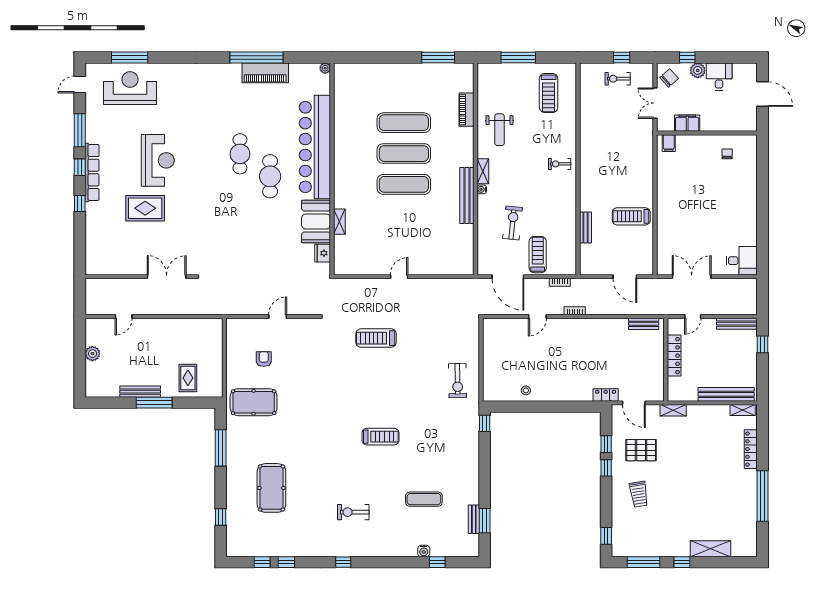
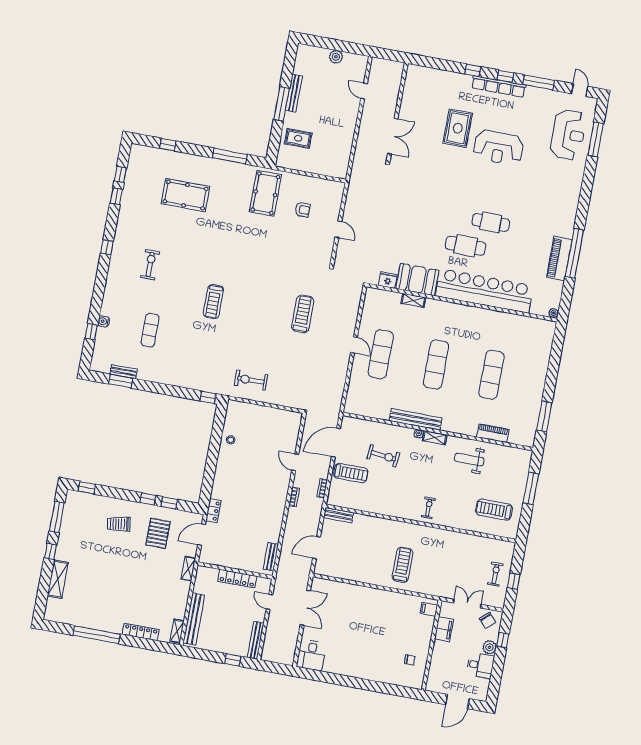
exercise mat: (404, 154) -> (381, 354), moved
treadmill: (631, 216) -> (403, 565), moved
bench: (586, 228) -> (338, 515), moved

